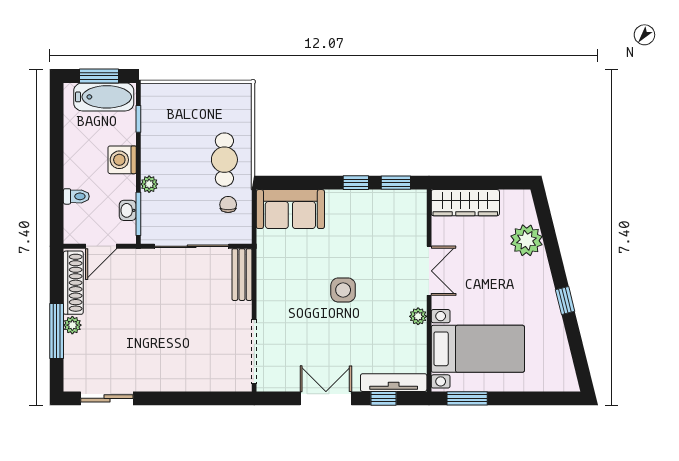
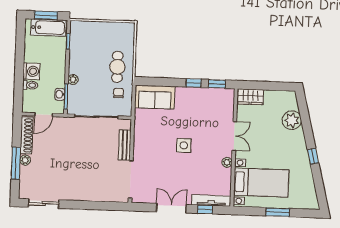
washing machine: (122, 160) -> (31, 71), moved, turned 180
wardrobe: (465, 203) -> (250, 97), width x0.67
bench: (242, 275) -> (125, 145), moved
window: (467, 398) -> (278, 212), moved

